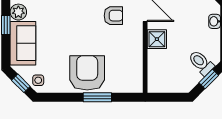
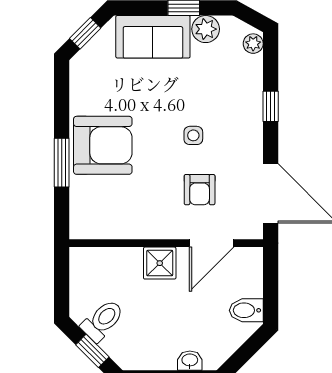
toilet: (201, 63) -> (103, 320), moved
side table: (38, 80) -> (193, 135), moved

